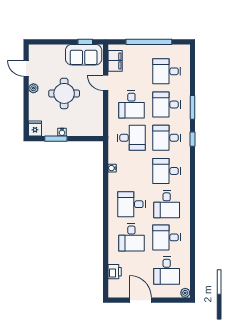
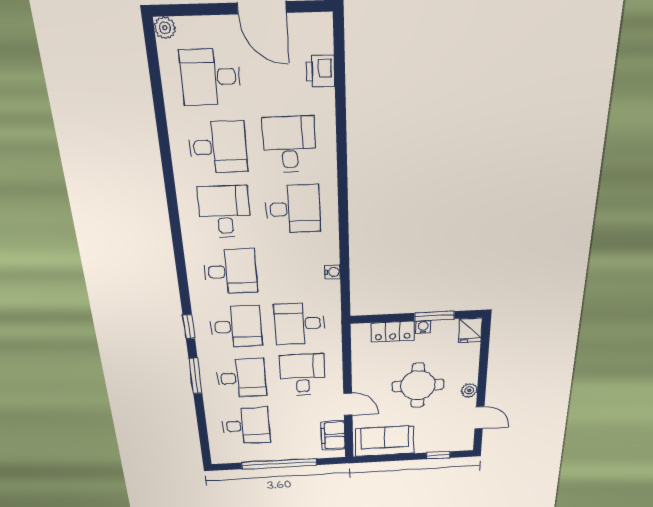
window: (85, 42) -> (438, 455), moved
locker: (79, 130) -> (393, 332), added
desk: (167, 271) -> (211, 77), turned -90

